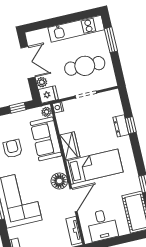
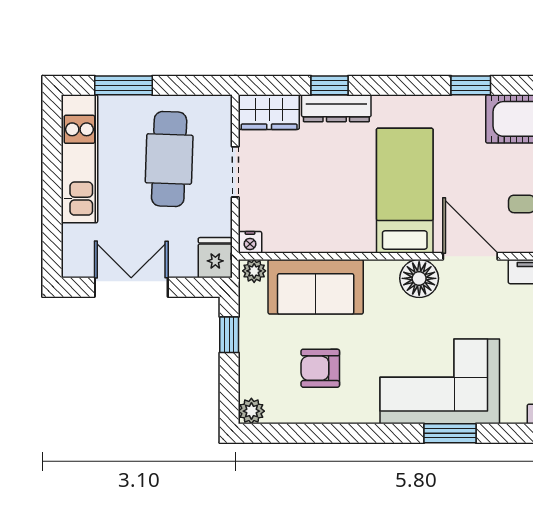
plant: (42, 82) -> (184, 266), removed
dresser: (121, 126) -> (336, 108), width x1.44
wardrobe: (70, 146) -> (269, 112), moved, turned 180

